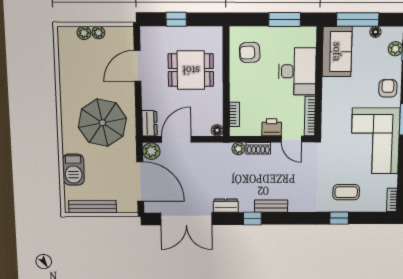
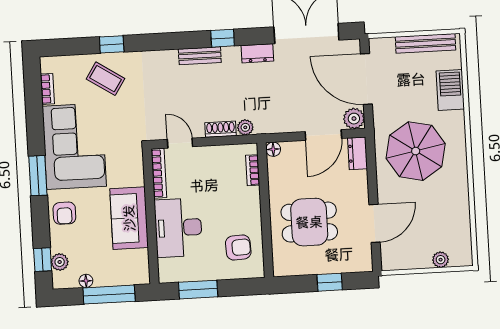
plant: (98, 33) -> (423, 261), removed
sofa: (337, 52) -> (129, 218), moved
printer: (272, 127) -> (205, 157), removed
coffee table: (346, 192) -> (105, 79), turned 33
bookcase: (392, 200) -> (47, 89), moved

